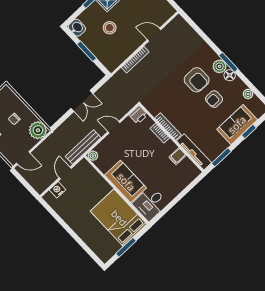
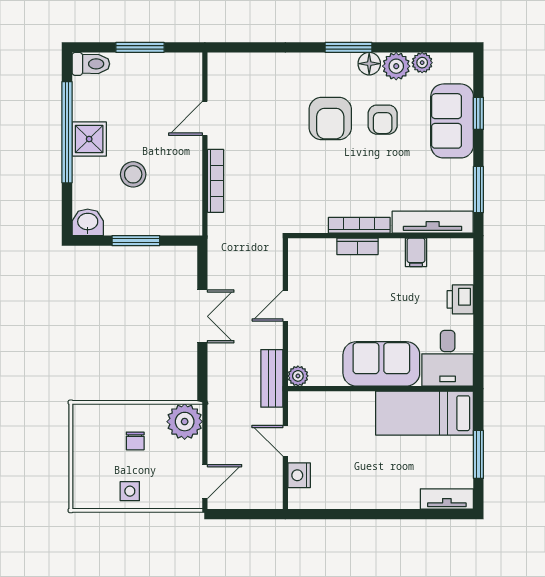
plant: (220, 66) -> (396, 66), moved
armchair: (197, 80) -> (330, 118), turned 90
printer: (138, 115) -> (460, 299), moved, turned 180
bench: (83, 147) -> (272, 378), width x0.73
bed: (119, 218) -> (425, 413), width x0.67
tv unit: (99, 251) -> (447, 499), added

